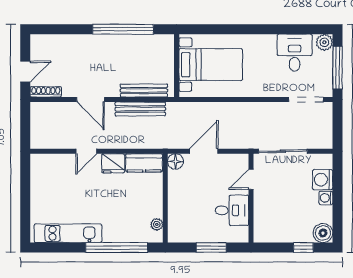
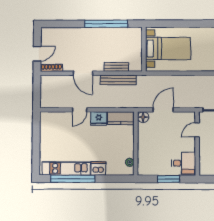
bench: (144, 91) -> (116, 67), width x0.73
desk: (232, 210) -> (184, 163), moved
dishwasher: (113, 233) -> (98, 168), added
window: (117, 248) -> (73, 179), moved

